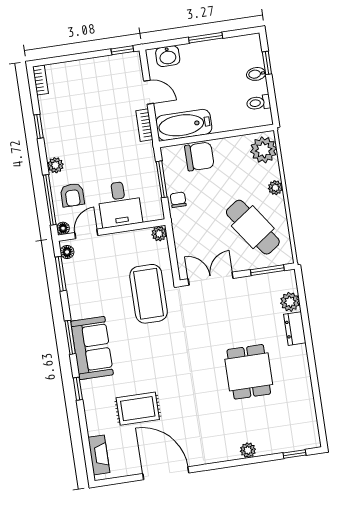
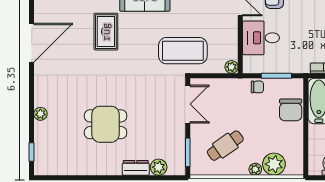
plant: (264, 150) -> (274, 164), moved
cafe table: (253, 227) -> (225, 146), width x0.73, depth x0.74
rug: (138, 409) -> (106, 32), moved

